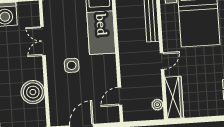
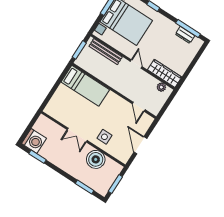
double door: (43, 41) -> (77, 135), moved
side table: (72, 65) -> (104, 137), moved

